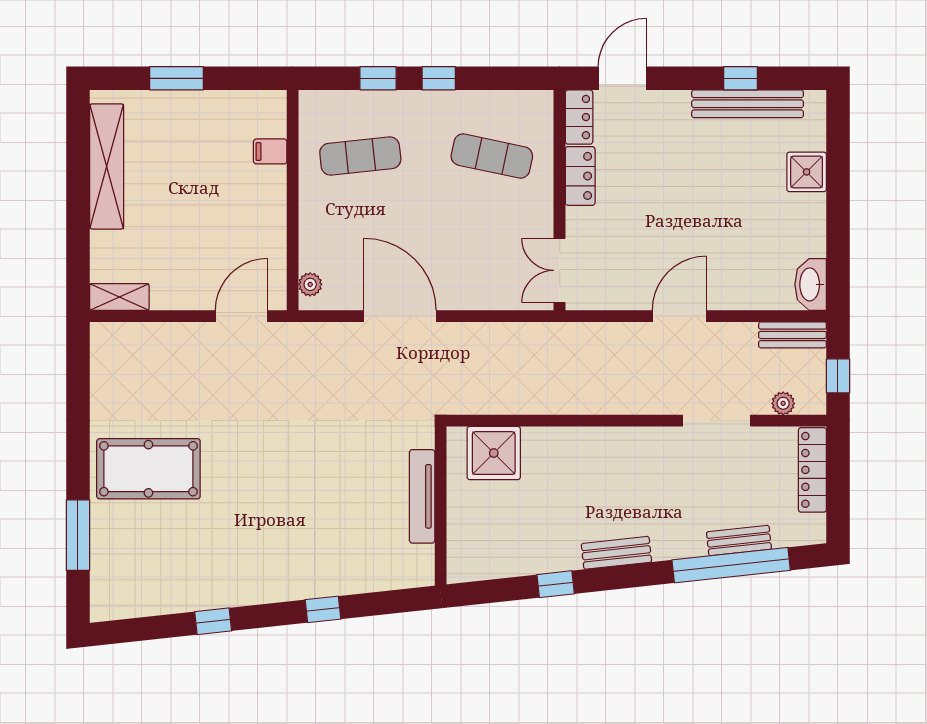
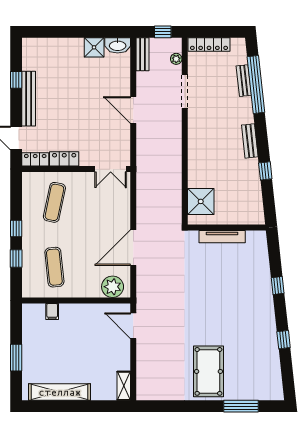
bench: (748, 104) -> (29, 99), moved
shower: (807, 172) -> (94, 47), moved
plant: (310, 284) -> (113, 287), width x1.88, depth x1.88

